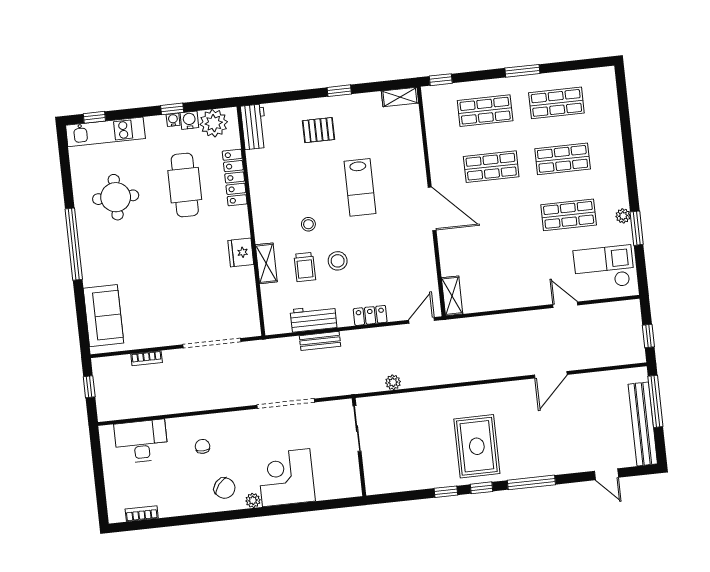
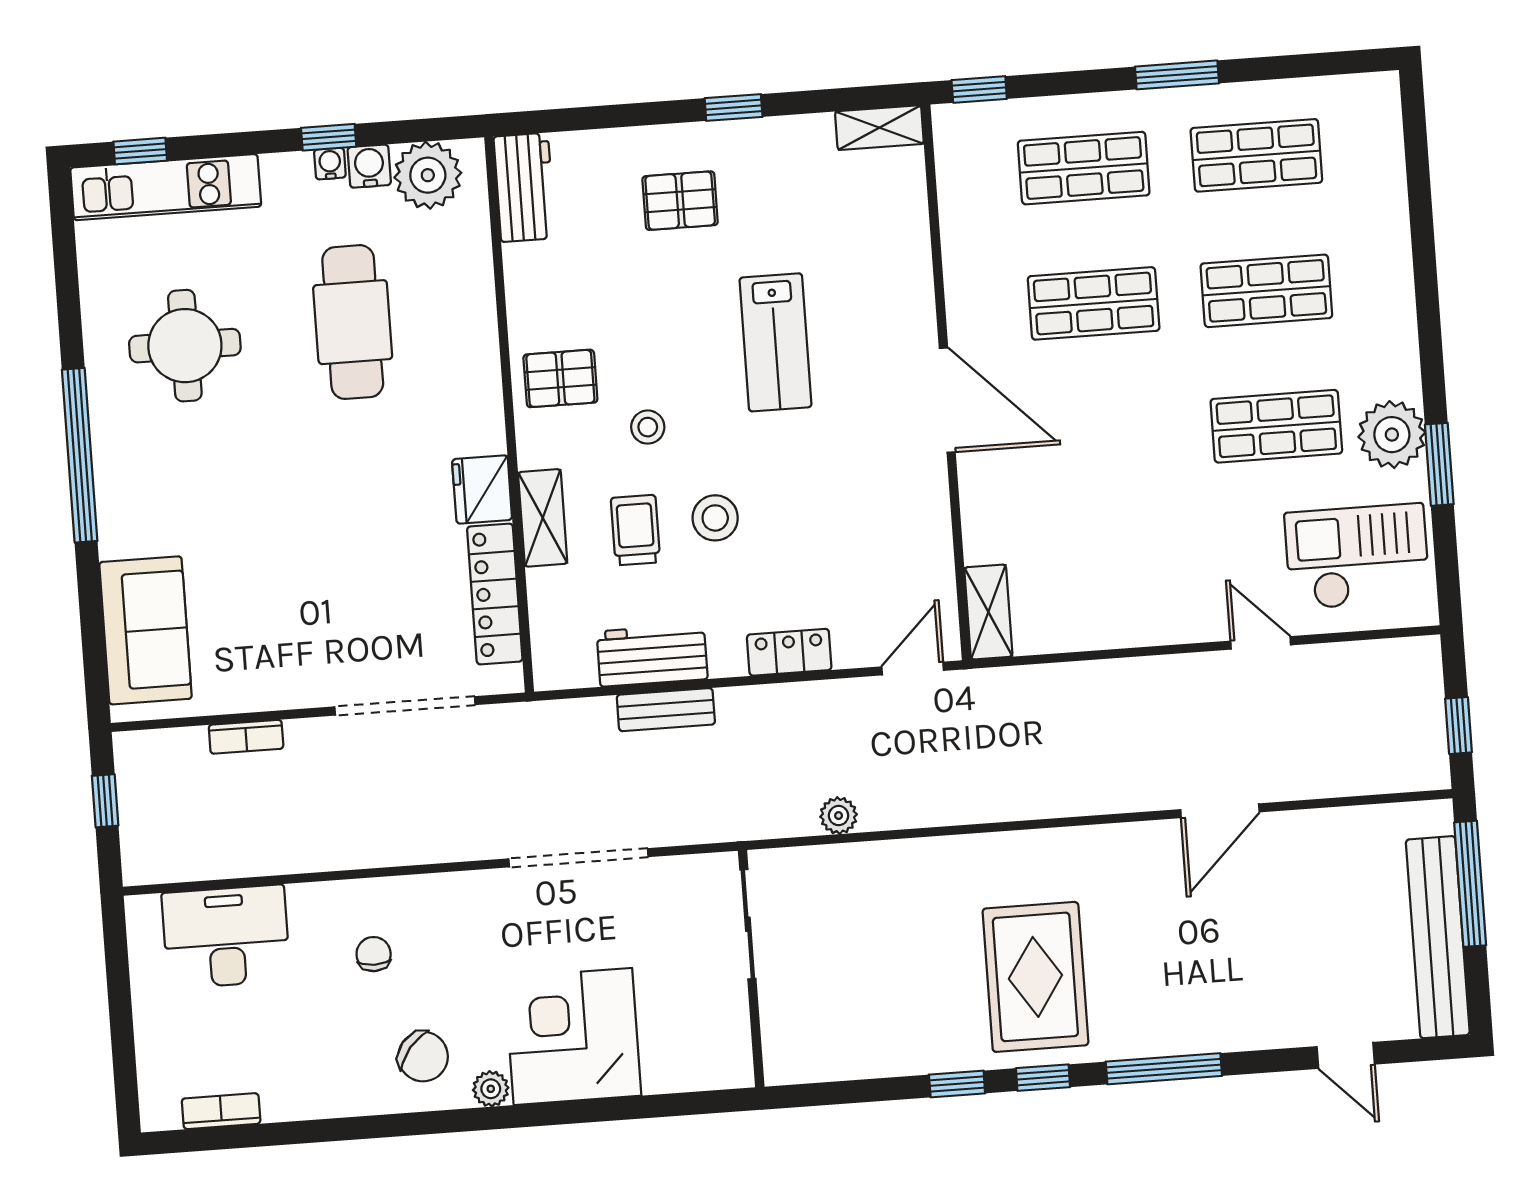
locker: (235, 177) -> (495, 594), moved
pallet: (272, 205) -> (560, 378), added
plant: (623, 216) -> (1392, 435), width x1.88, depth x1.88
trolley: (305, 267) -> (635, 530), turned 180

